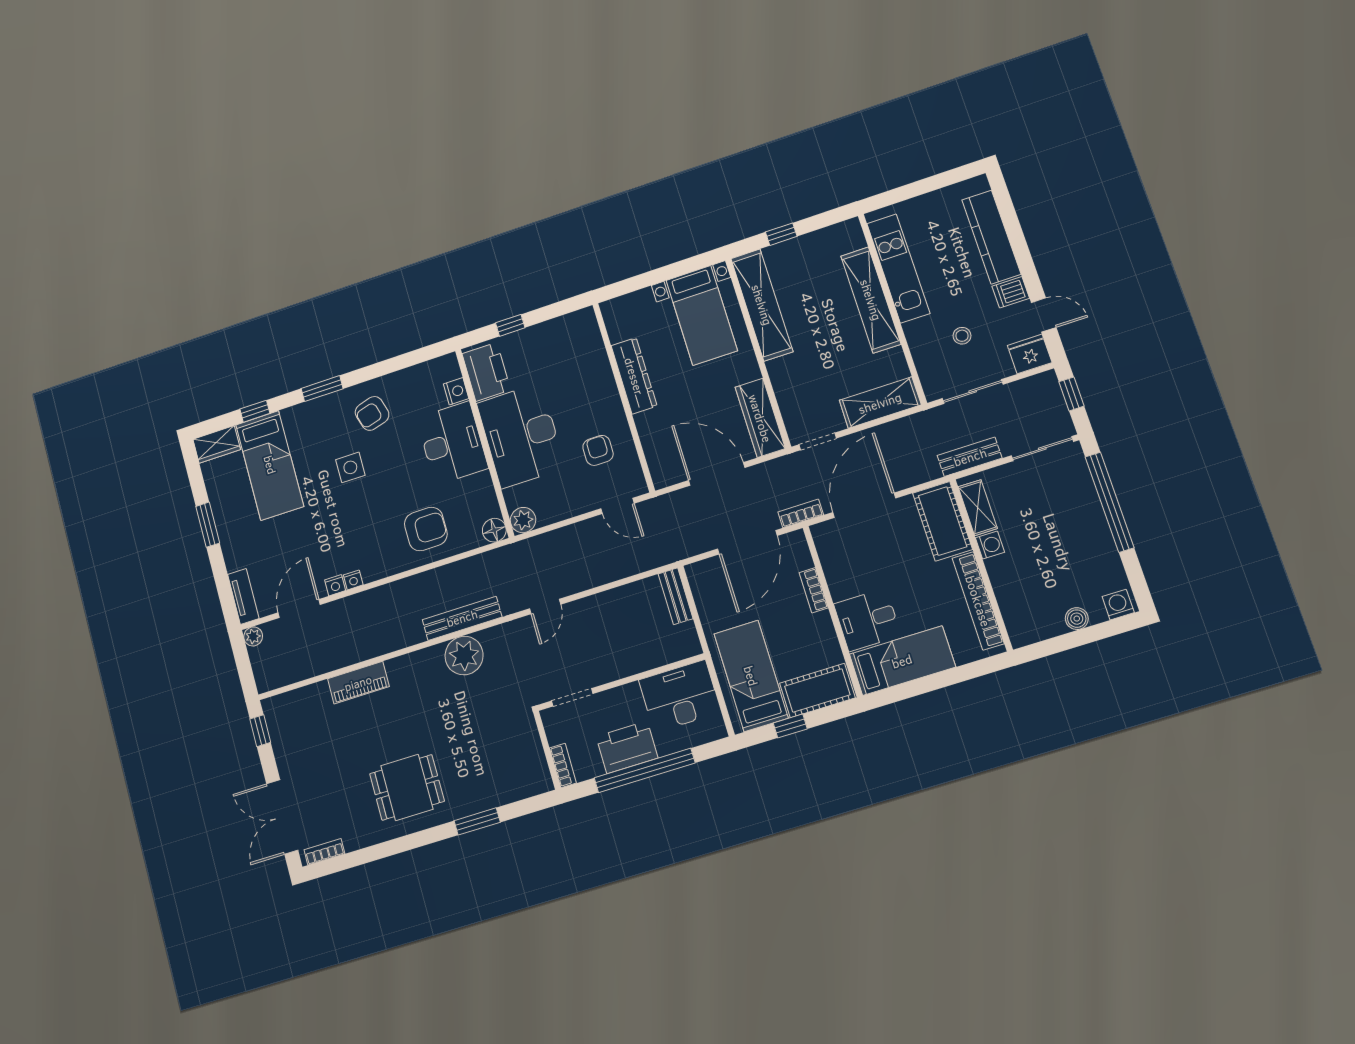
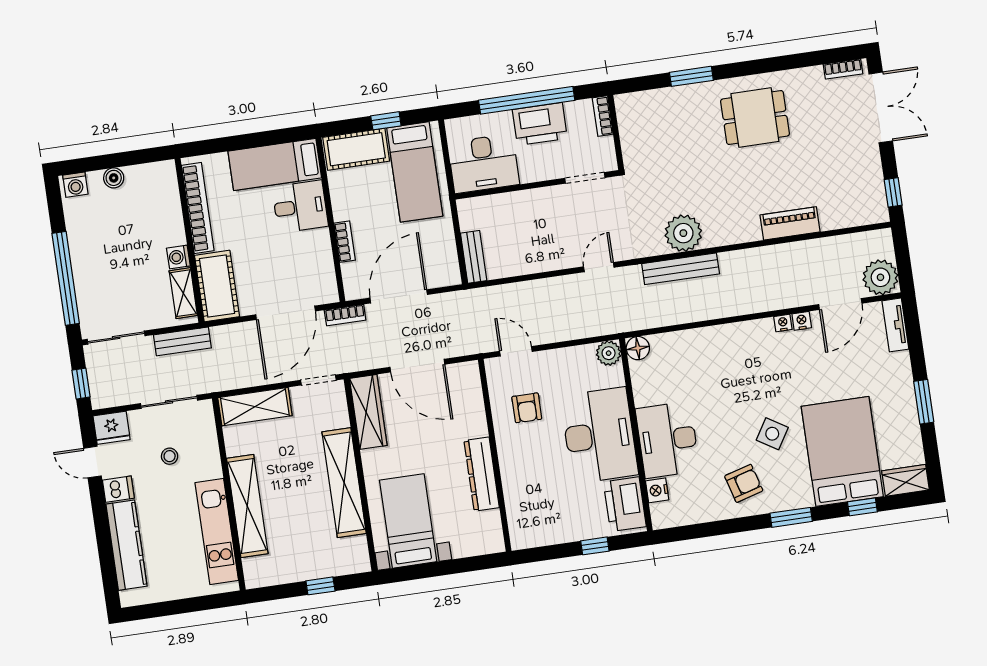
shelving: (762, 305) -> (344, 483), moved
bed: (270, 465) -> (842, 451), width x1.50
side table: (350, 467) -> (772, 434), turned 32
armchair: (426, 529) -> (705, 361), removed
plant: (253, 636) -> (880, 277), width x1.88, depth x1.88

